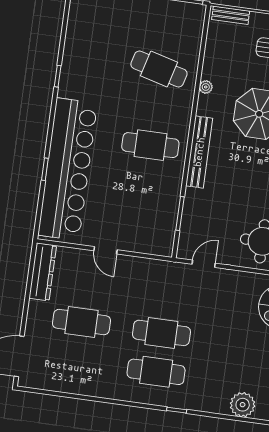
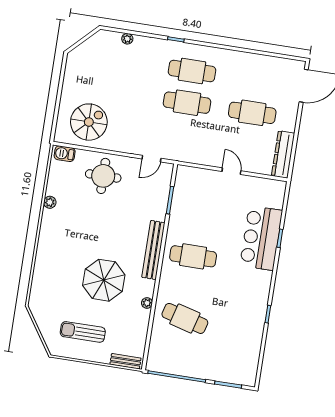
bar counter: (68, 169) -> (261, 238), width x0.54
plant: (243, 405) -> (127, 39), width x0.53, depth x0.53

